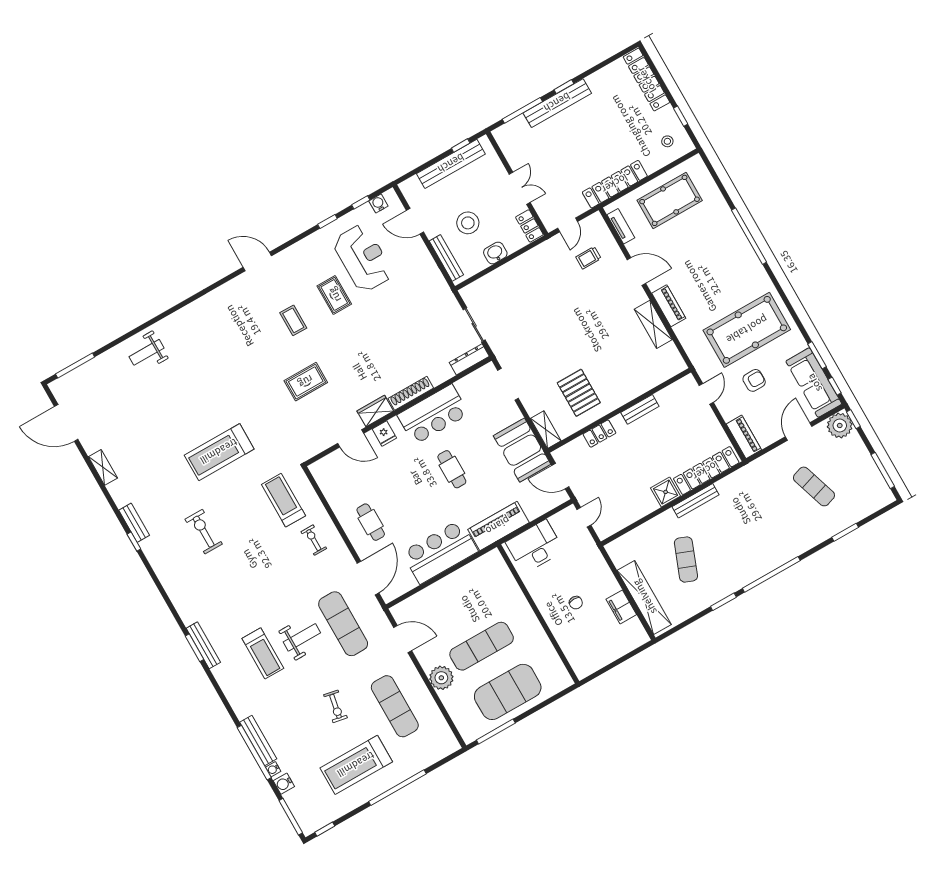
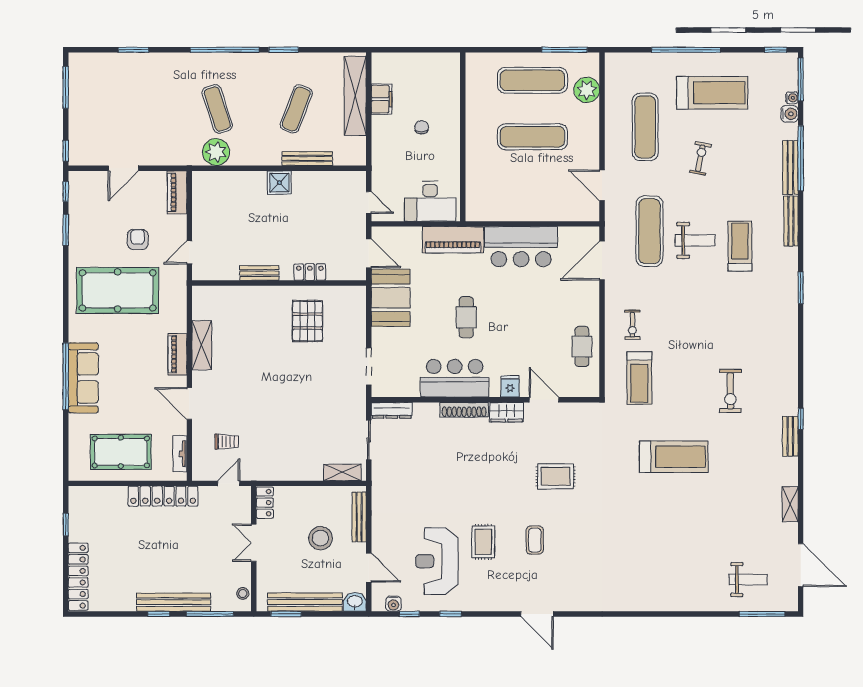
stool: (667, 141) -> (243, 593), moved
window: (461, 145) -> (286, 614), width x1.50
washbasin: (495, 253) -> (355, 602), moved, turned 180
weight bench: (146, 352) -> (748, 580), moved
armchair: (754, 380) -> (138, 239), turned 90
sofa: (814, 383) -> (83, 378), moved
plant: (840, 425) -> (216, 152), moved
shelving: (546, 430) -> (342, 472), moved, turned 90
locker: (706, 471) -> (230, 181), removed
exercise mat: (814, 486) -> (217, 109), moved
bench: (696, 501) -> (307, 159), moved
door: (584, 517) -> (369, 203), swing flipped
cafe table: (371, 522) -> (582, 347), moved
weight bench: (302, 637) -> (695, 240), turned 180
bench: (203, 645) -> (791, 221), moved
plant: (441, 678) -> (587, 90), moved
exercise mat: (508, 692) -> (532, 80), width x0.68
water cooler: (273, 769) -> (792, 98), moved

